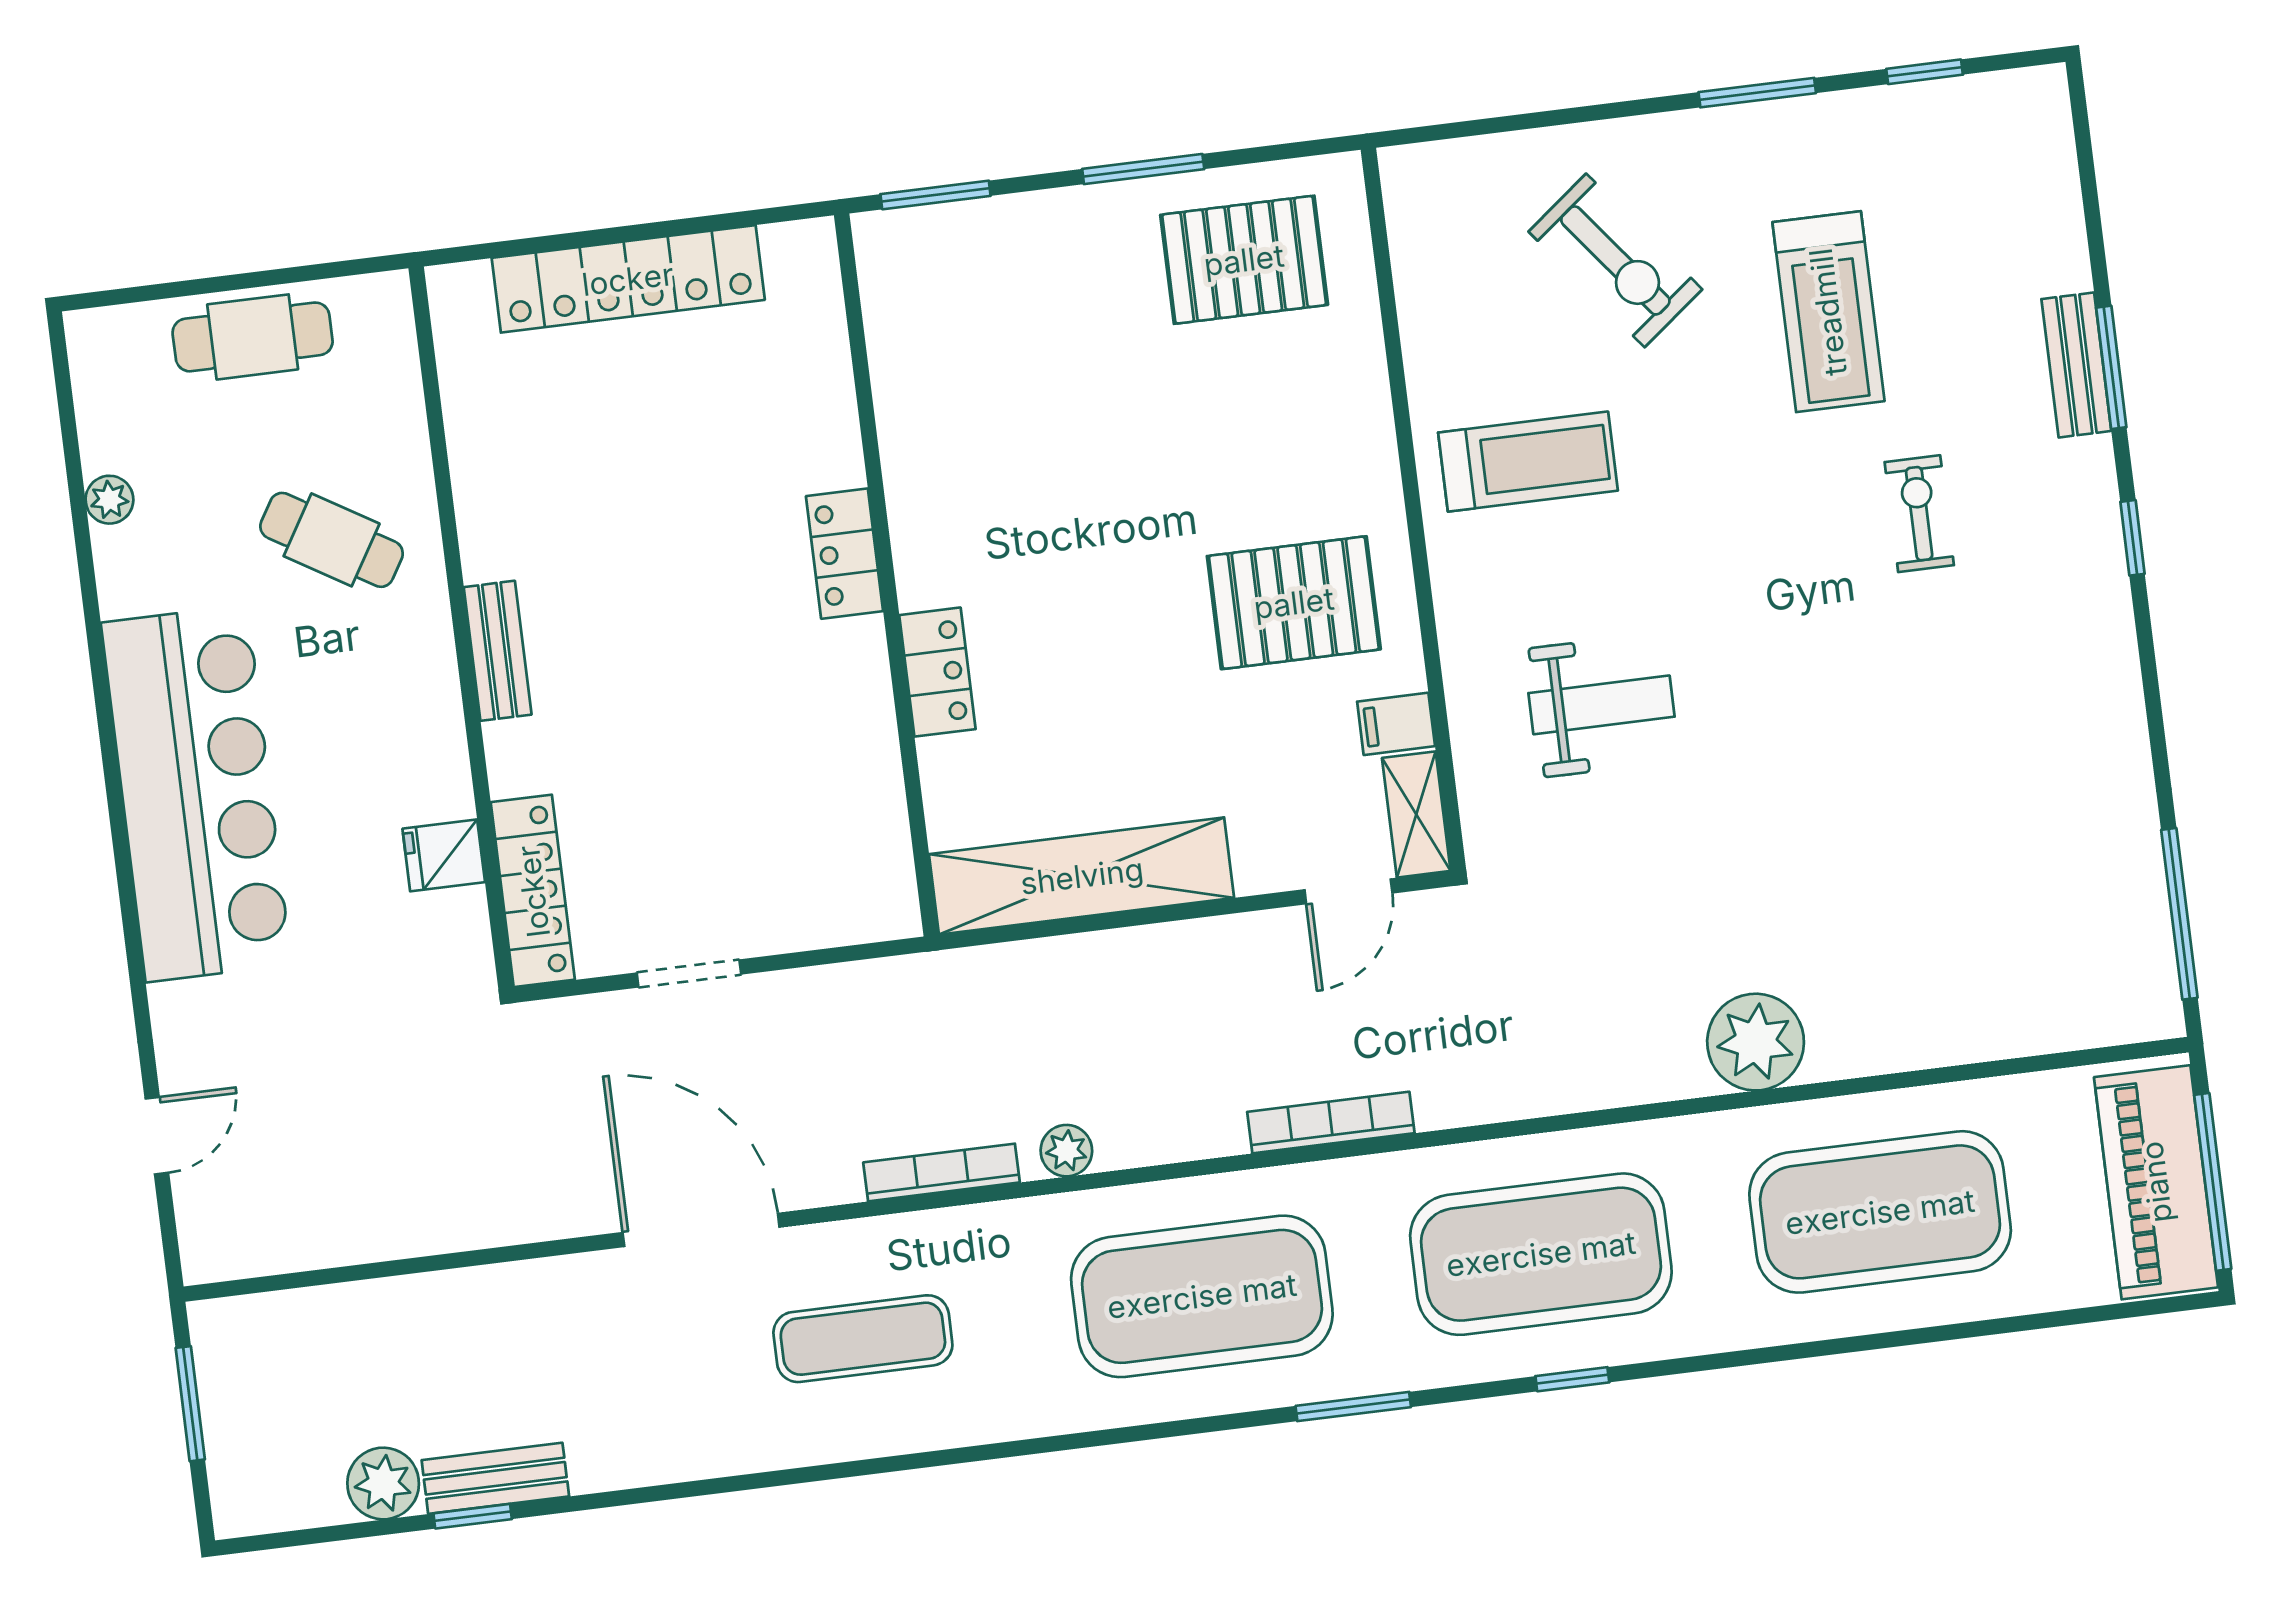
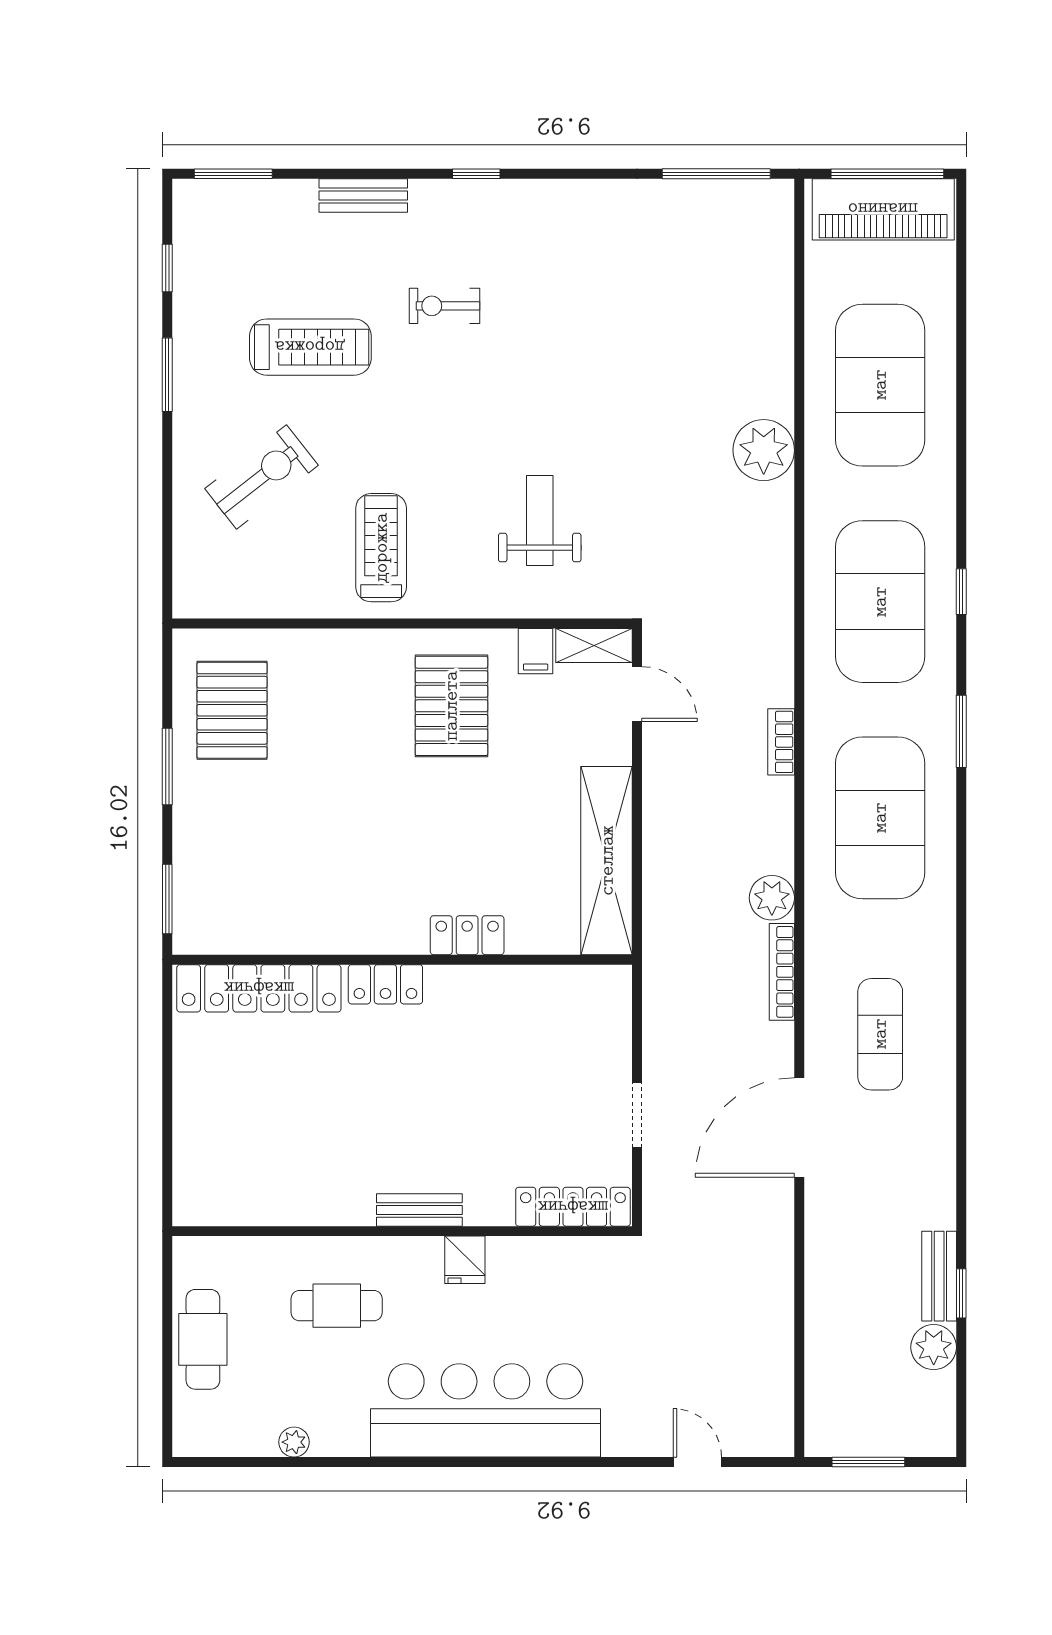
locker: (628, 279) -> (259, 988), moved, turned 90
window: (2111, 367) -> (233, 174), moved
cafe table: (332, 540) -> (337, 1306), turned 59
fridge: (444, 855) -> (465, 1260), moved
bookcase: (1331, 1123) -> (781, 742), width x0.64
plant: (1066, 1151) -> (772, 898), width x1.38, depth x1.38

